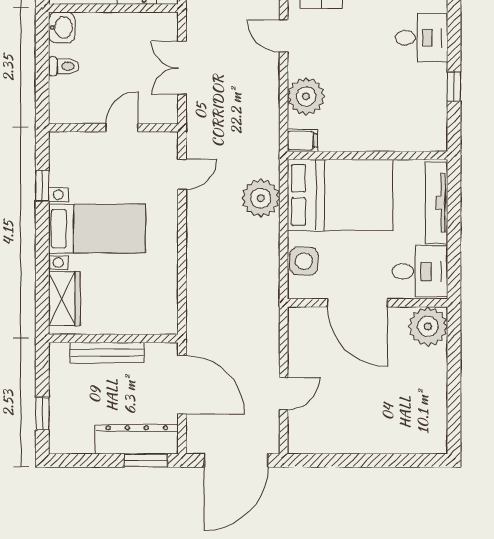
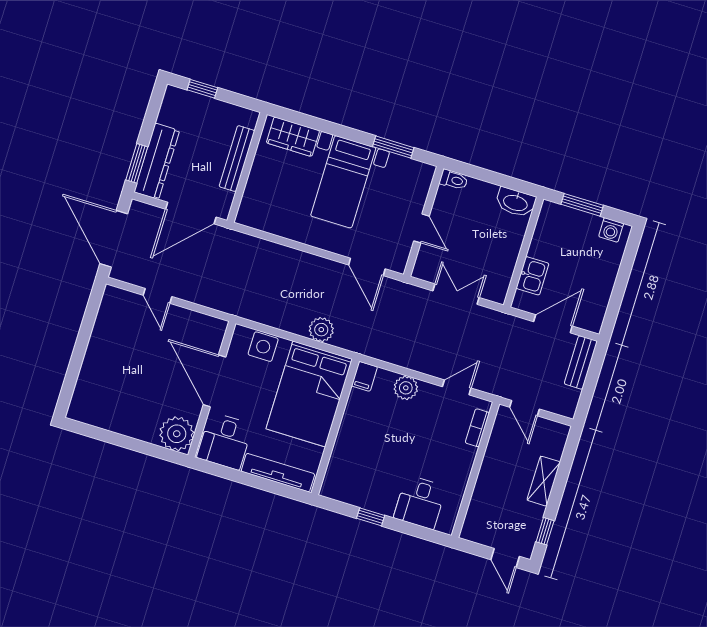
washbasin: (62, 27) -> (516, 202), width x1.38
toilet: (64, 66) -> (454, 180), moved, turned -90
plant: (306, 96) -> (406, 388), width x0.73, depth x0.73
door: (182, 174) -> (367, 267), width x1.38
window: (42, 186) -> (393, 147), width x1.50
plant: (261, 198) -> (321, 330), width x0.73, depth x0.73
door: (357, 303) -> (214, 381), hinge flipped

